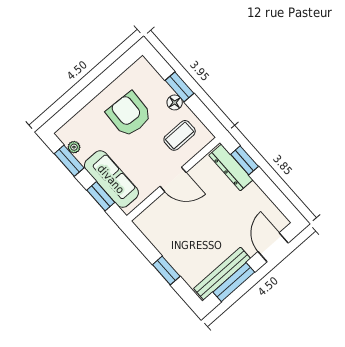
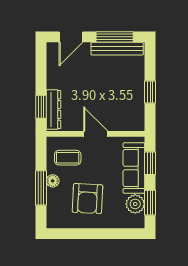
window: (179, 87) -> (41, 188), width x1.44
plant: (74, 147) -> (135, 204), width x1.88, depth x1.88
window: (166, 270) -> (150, 92), moved

